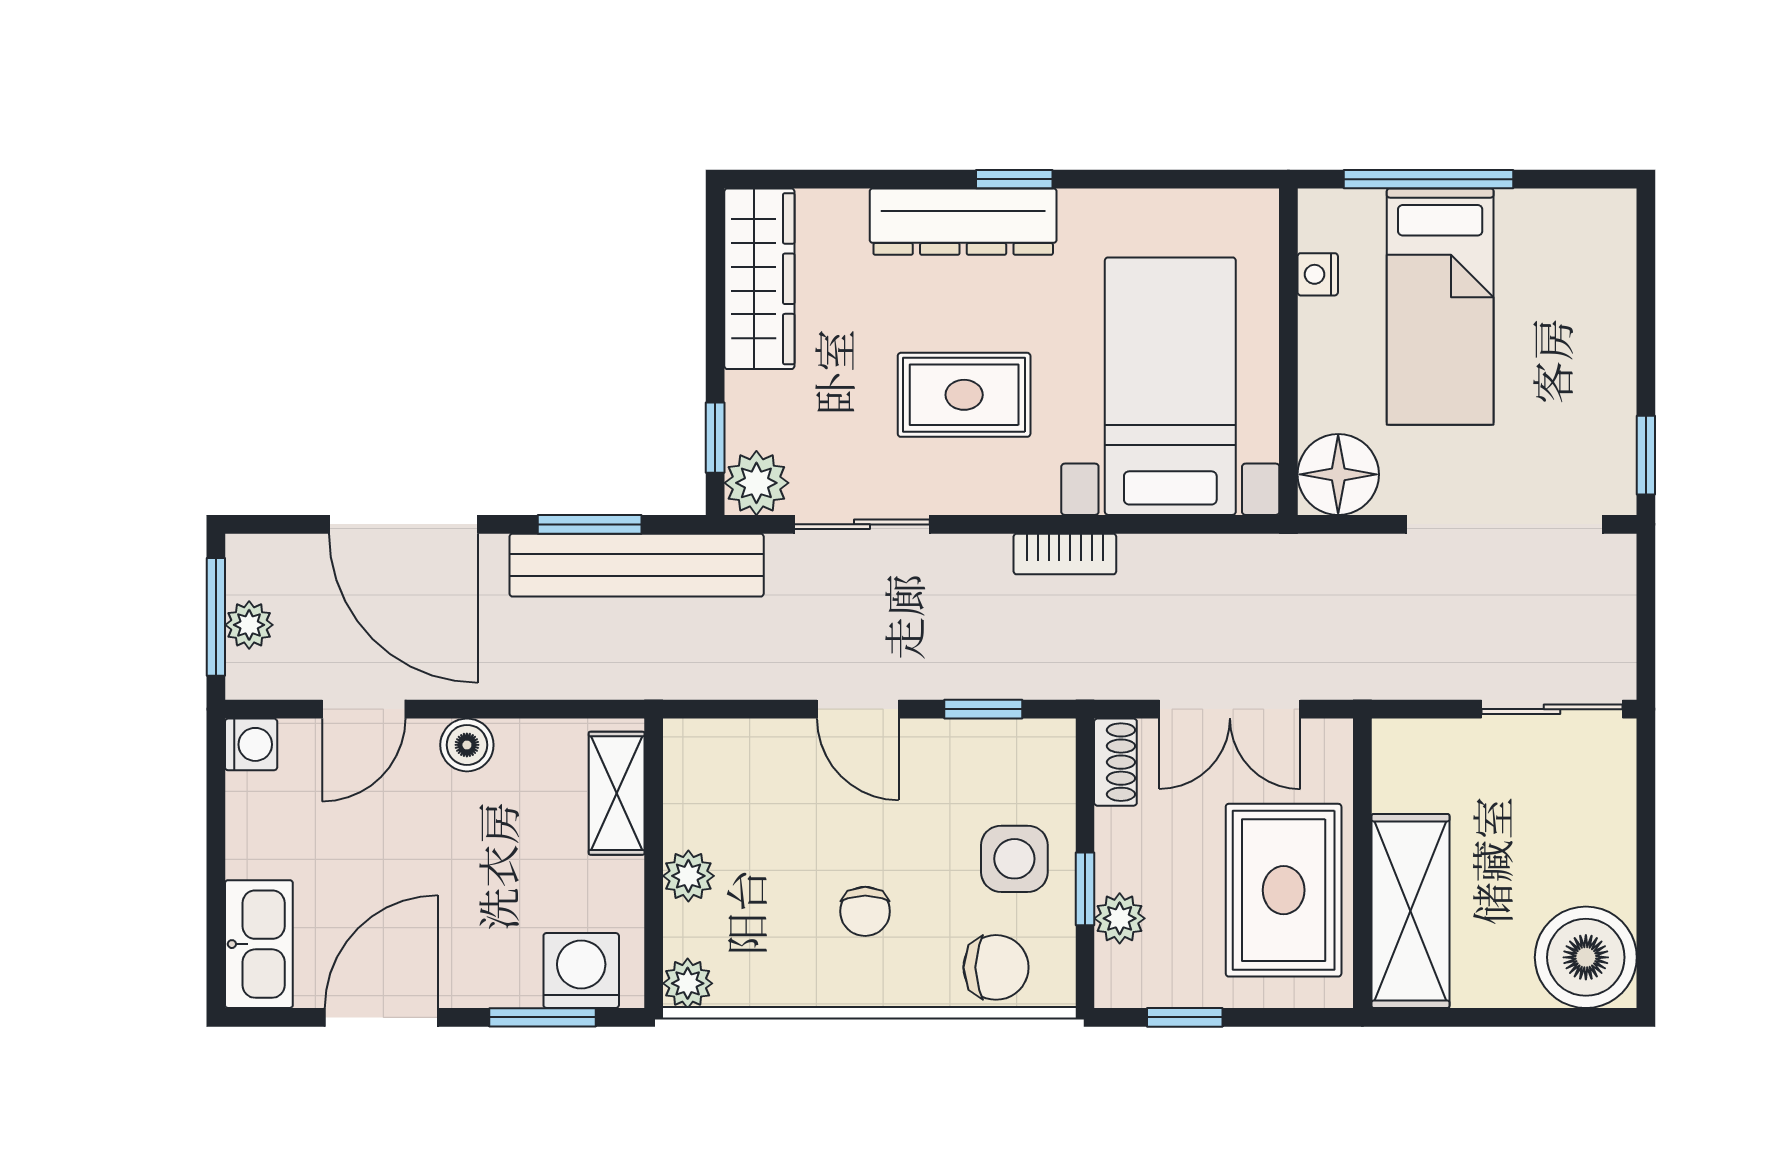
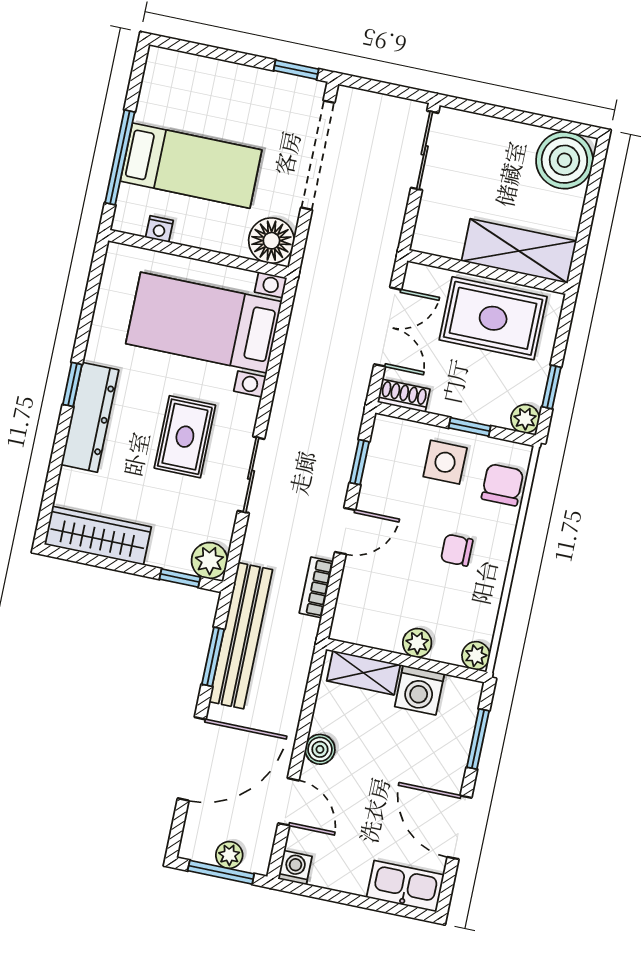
sliding door: (862, 524) -> (251, 475), moved
bookcase: (1065, 554) -> (316, 587), moved, turned 180
chair: (865, 911) -> (457, 550), turned 180
plant: (1120, 918) -> (525, 419), moved
washing machine: (581, 970) -> (419, 690), moved, turned -90

